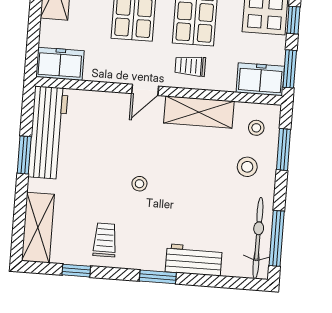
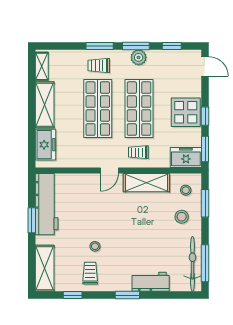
freezer: (60, 64) -> (46, 145), moved, turned 90
stool: (139, 184) -> (95, 246), moved

